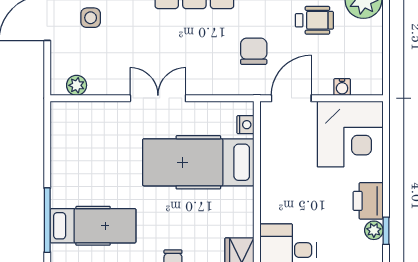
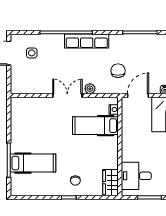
wheelchair: (314, 20) -> (150, 54), removed
plant: (77, 85) -> (90, 89), moved
hospital bed: (198, 162) -> (95, 126), width x0.73, depth x0.78

